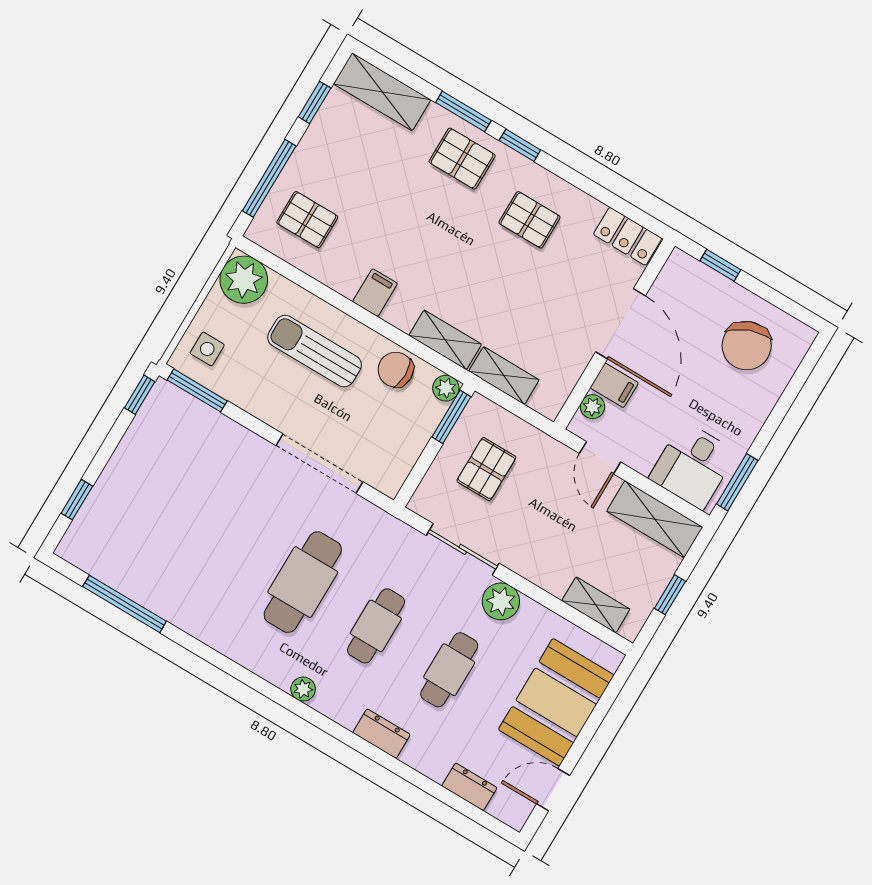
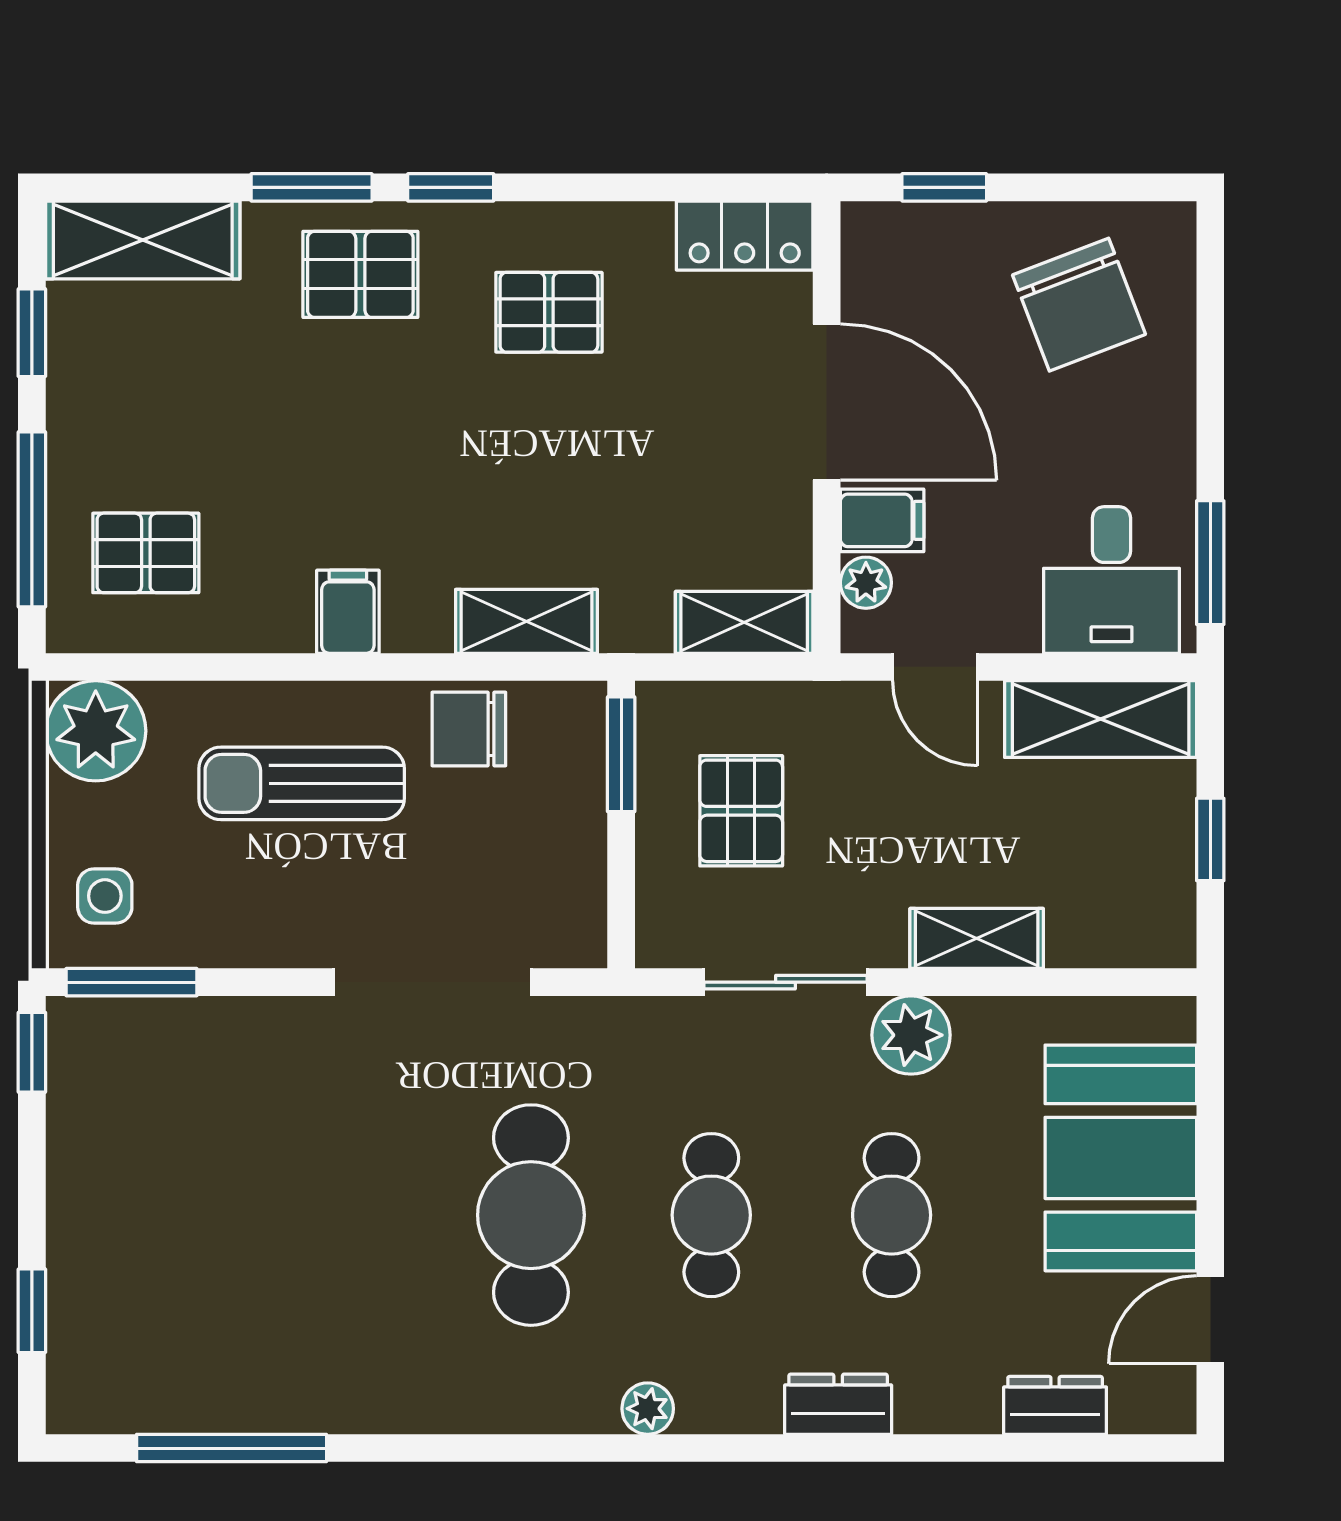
shelving: (504, 376) -> (744, 622), moved
plant: (446, 388) -> (580, 708), removed
shelving: (596, 605) -> (977, 938), moved

